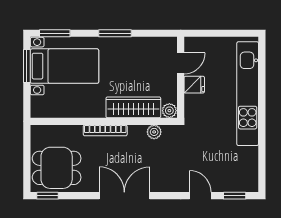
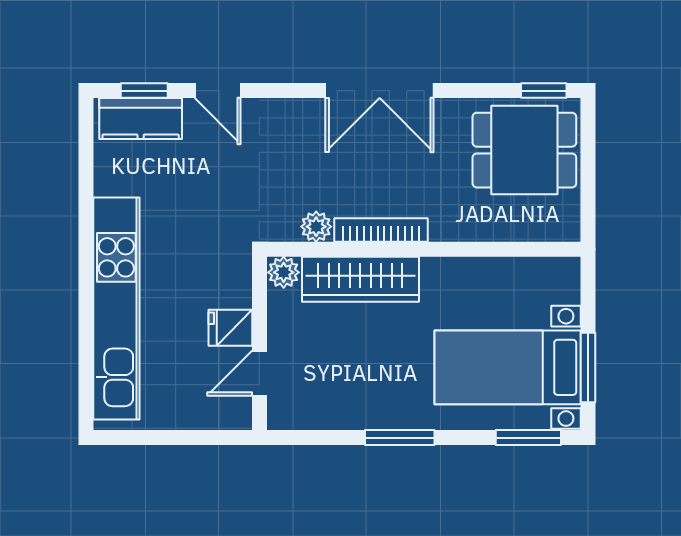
bookcase: (105, 130) -> (381, 230), moved
kitchen counter: (236, 183) -> (141, 119), added

